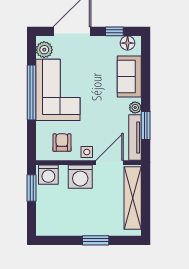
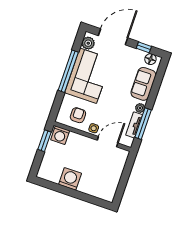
window: (146, 126) -> (143, 124), width x1.44
tv unit: (135, 138) -> (134, 125), width x0.71
washing machine: (80, 177) -> (70, 179), moved, turned 180
shelving: (133, 198) -> (116, 173), removed
window: (96, 240) -> (78, 195), removed

